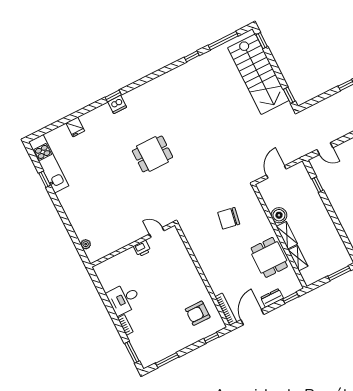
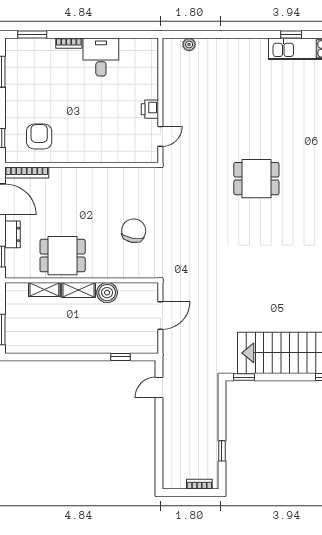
dining table: (152, 154) -> (256, 179), turned 90
door: (276, 172) -> (160, 315), hinge flipped

